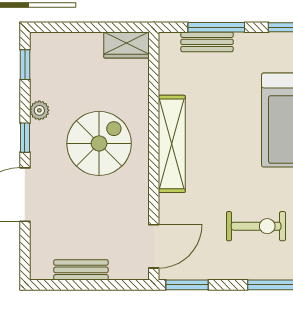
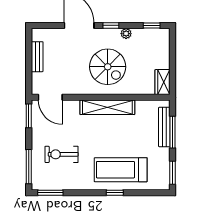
bench: (207, 42) -> (164, 127), width x1.36
exercise bike: (256, 226) -> (62, 154), turned 90

